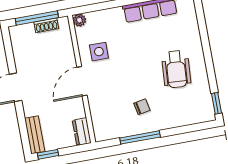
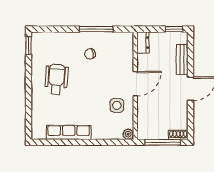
shoe rack: (46, 25) -> (178, 135), moved
bench: (35, 135) -> (182, 60), moved

